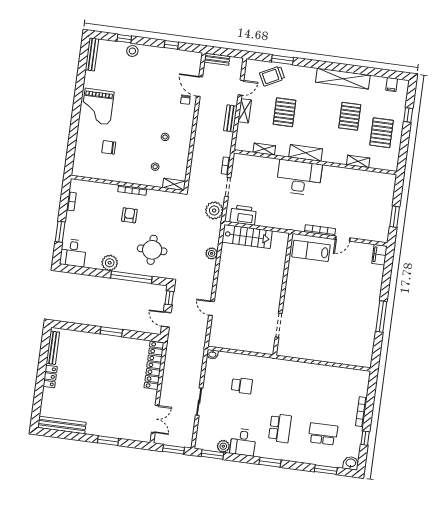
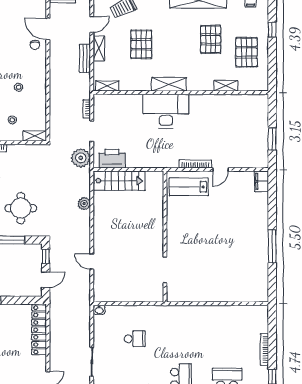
shelving: (264, 149) -> (107, 86), moved
door: (166, 319) -> (46, 280), swing flipped

